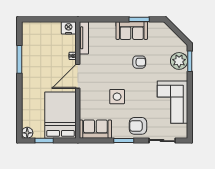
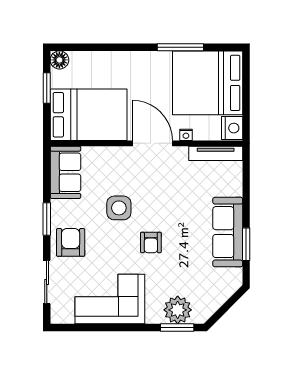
sofa: (132, 31) -> (228, 232), width x1.36
bed: (41, 43) -> (208, 83), added
armchair: (139, 62) -> (151, 242), moved

